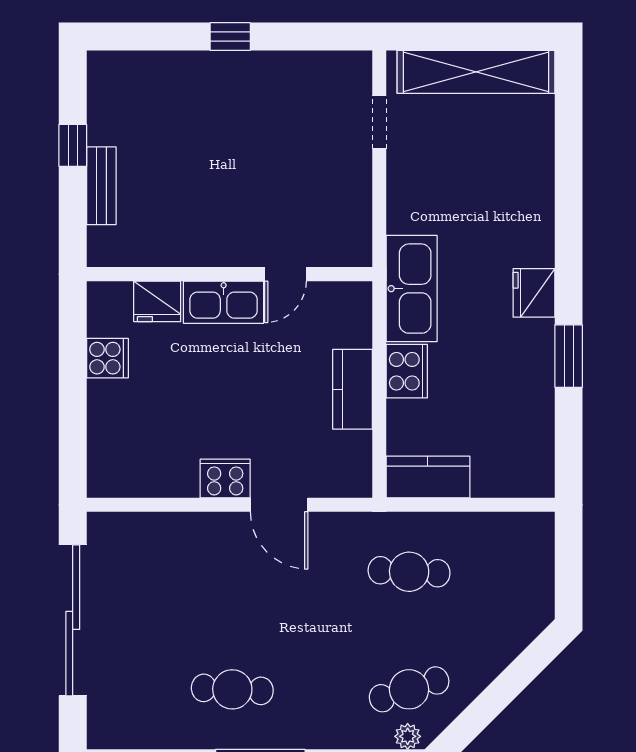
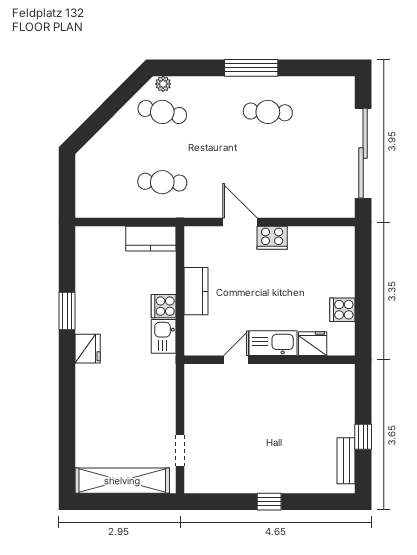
bench: (101, 186) -> (346, 461), moved
kitchen sink: (412, 289) -> (164, 336), width x0.53, depth x0.81
cooker: (407, 371) -> (164, 306), width x0.73
cafe table: (409, 689) -> (162, 112), turned 30

